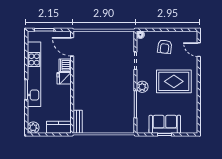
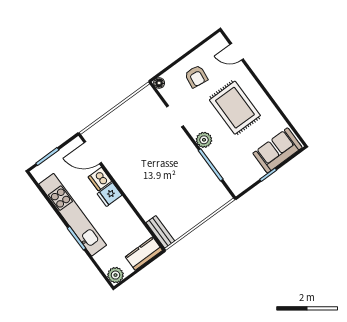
rug: (174, 81) -> (235, 108), turned 90
sofa: (165, 124) -> (278, 150), moved

